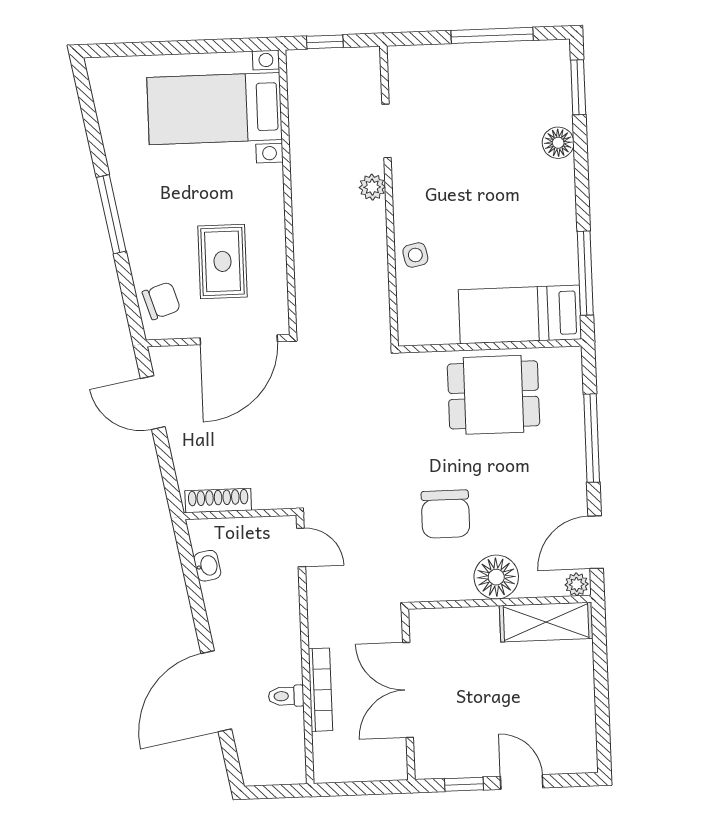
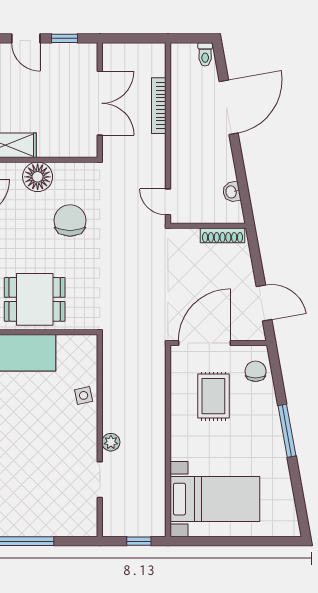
chair: (161, 301) -> (256, 371), turned 108
toilet: (286, 696) -> (205, 54), moved, turned 90

